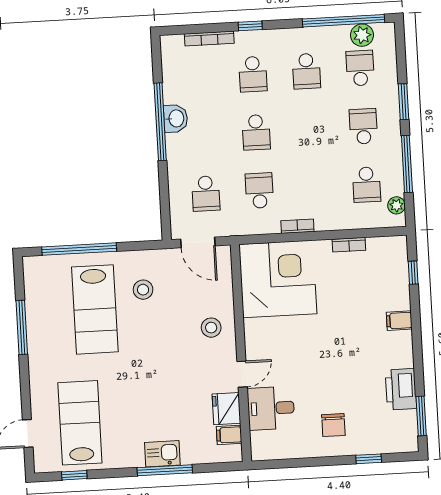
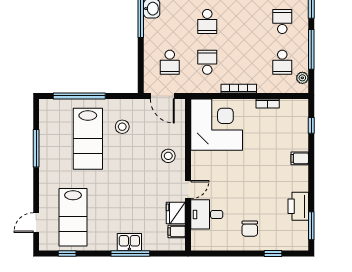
bookcase: (297, 226) -> (239, 89), width x1.56
lab bench: (80, 423) -> (73, 217), turned 180

